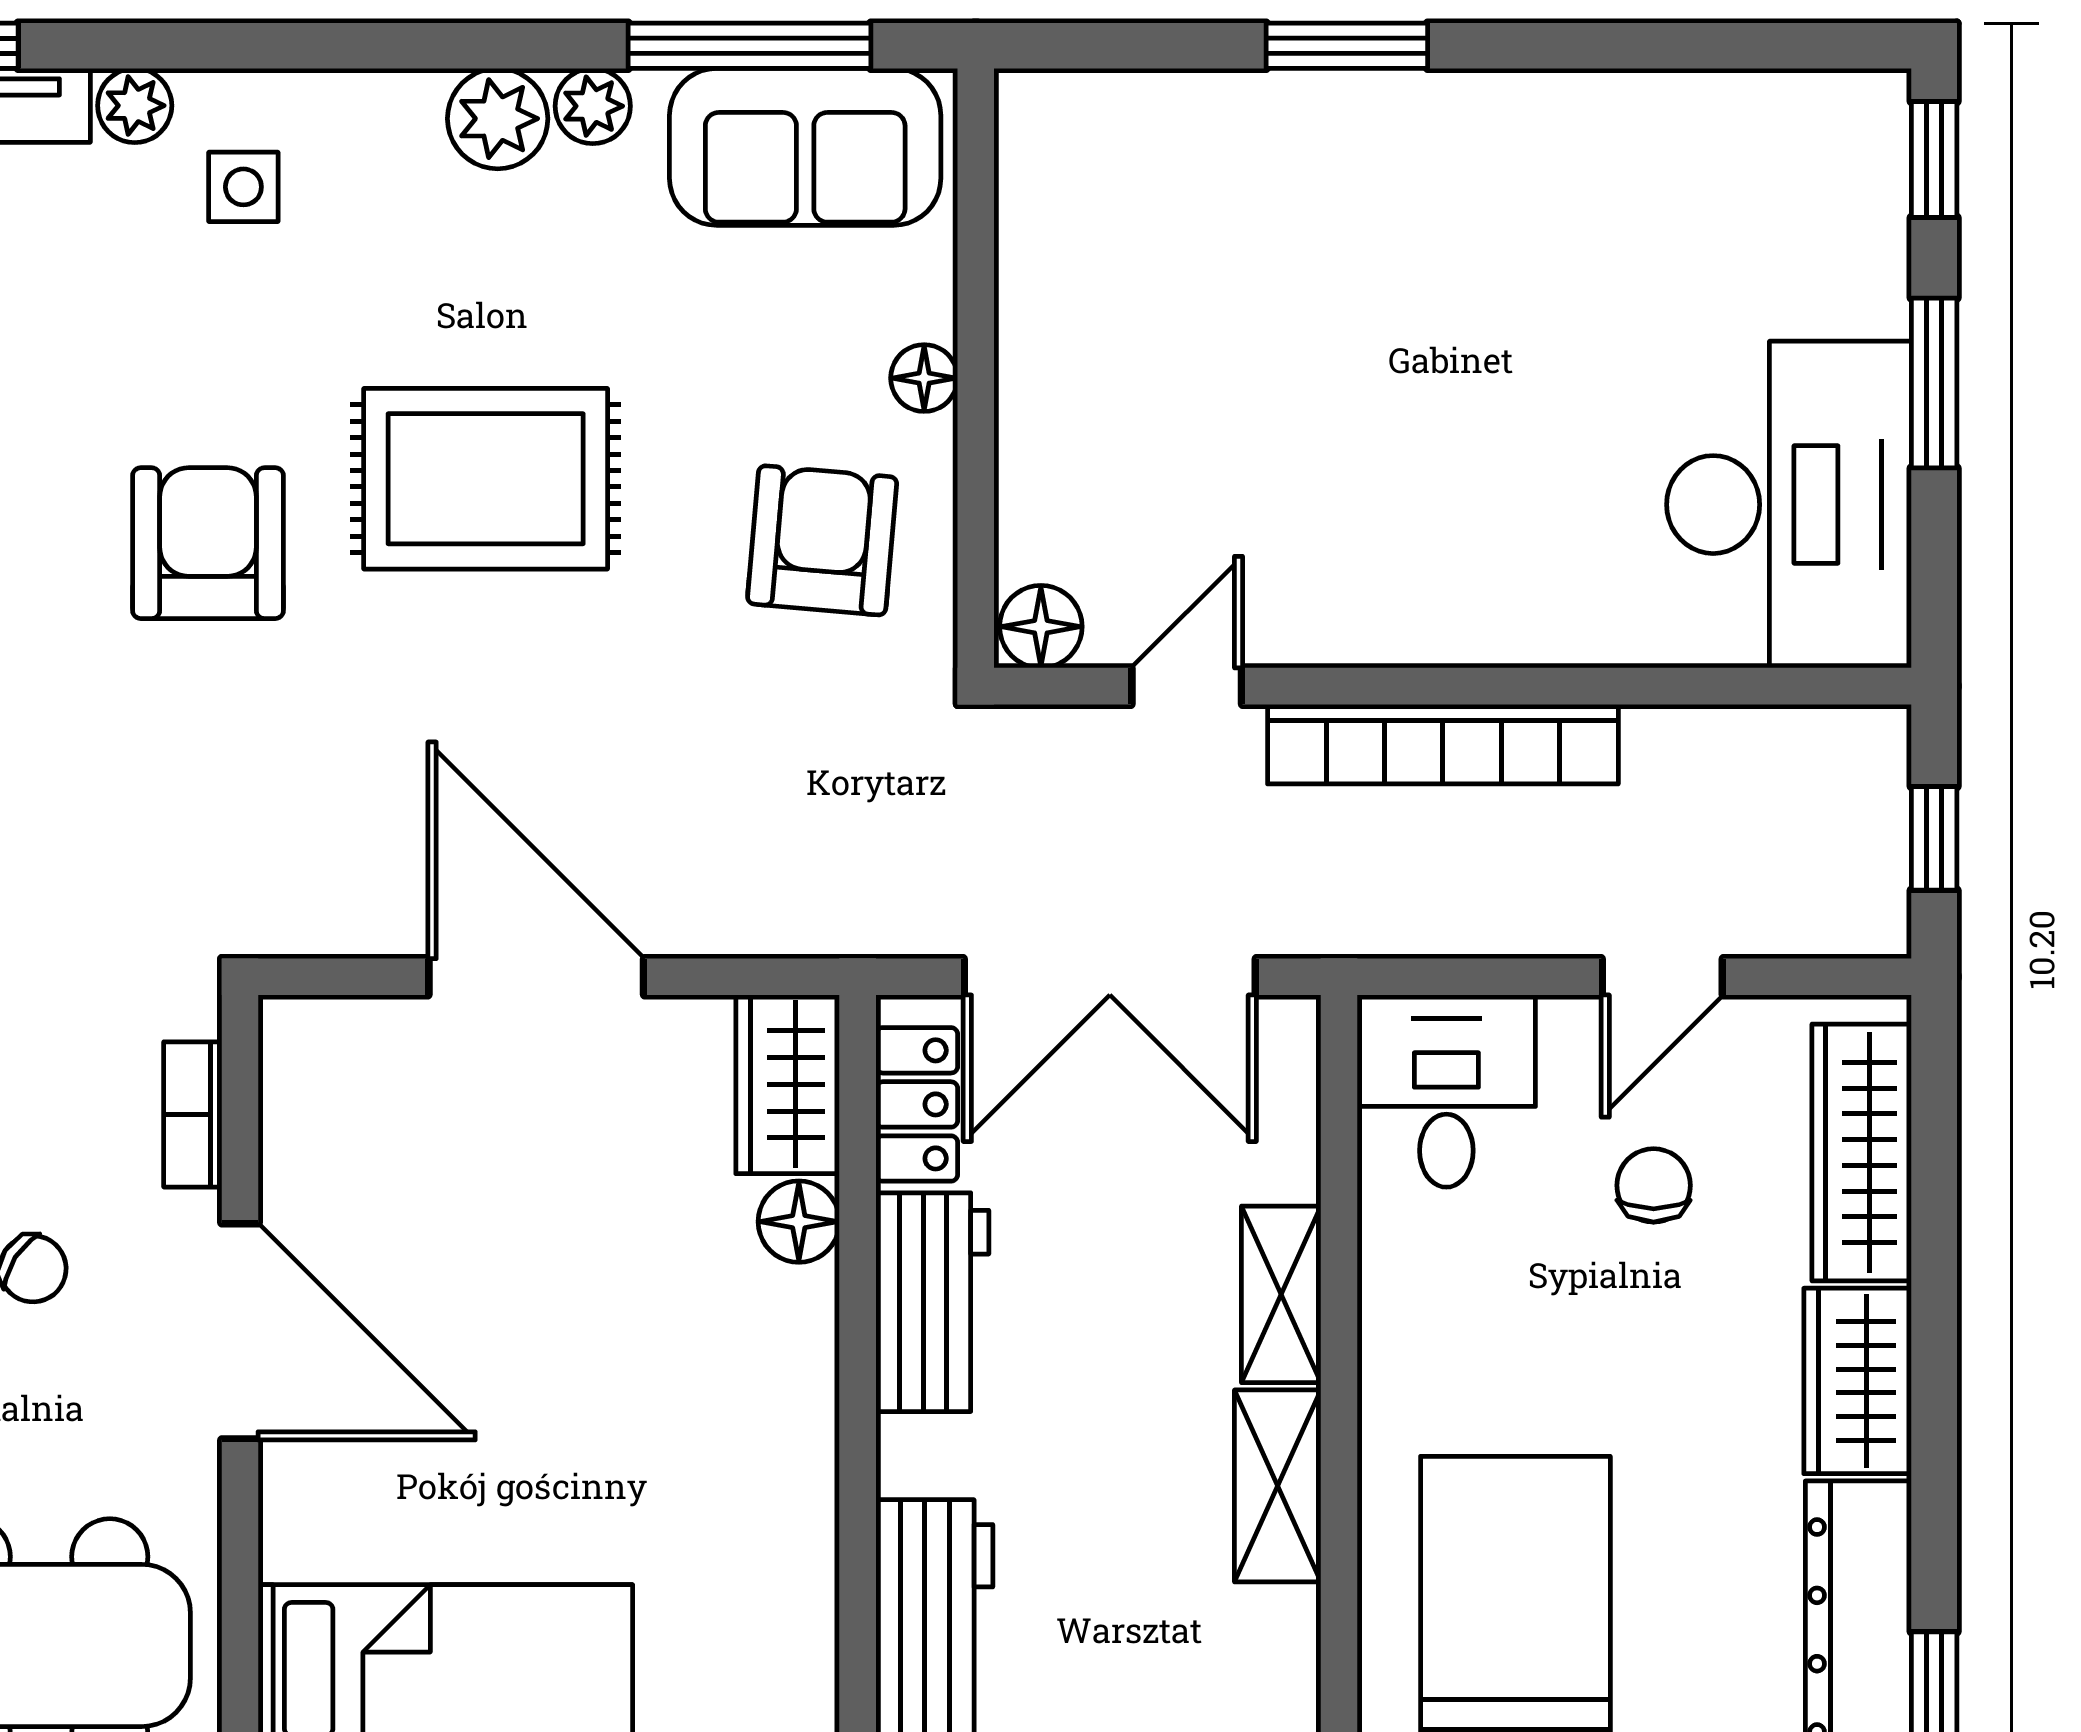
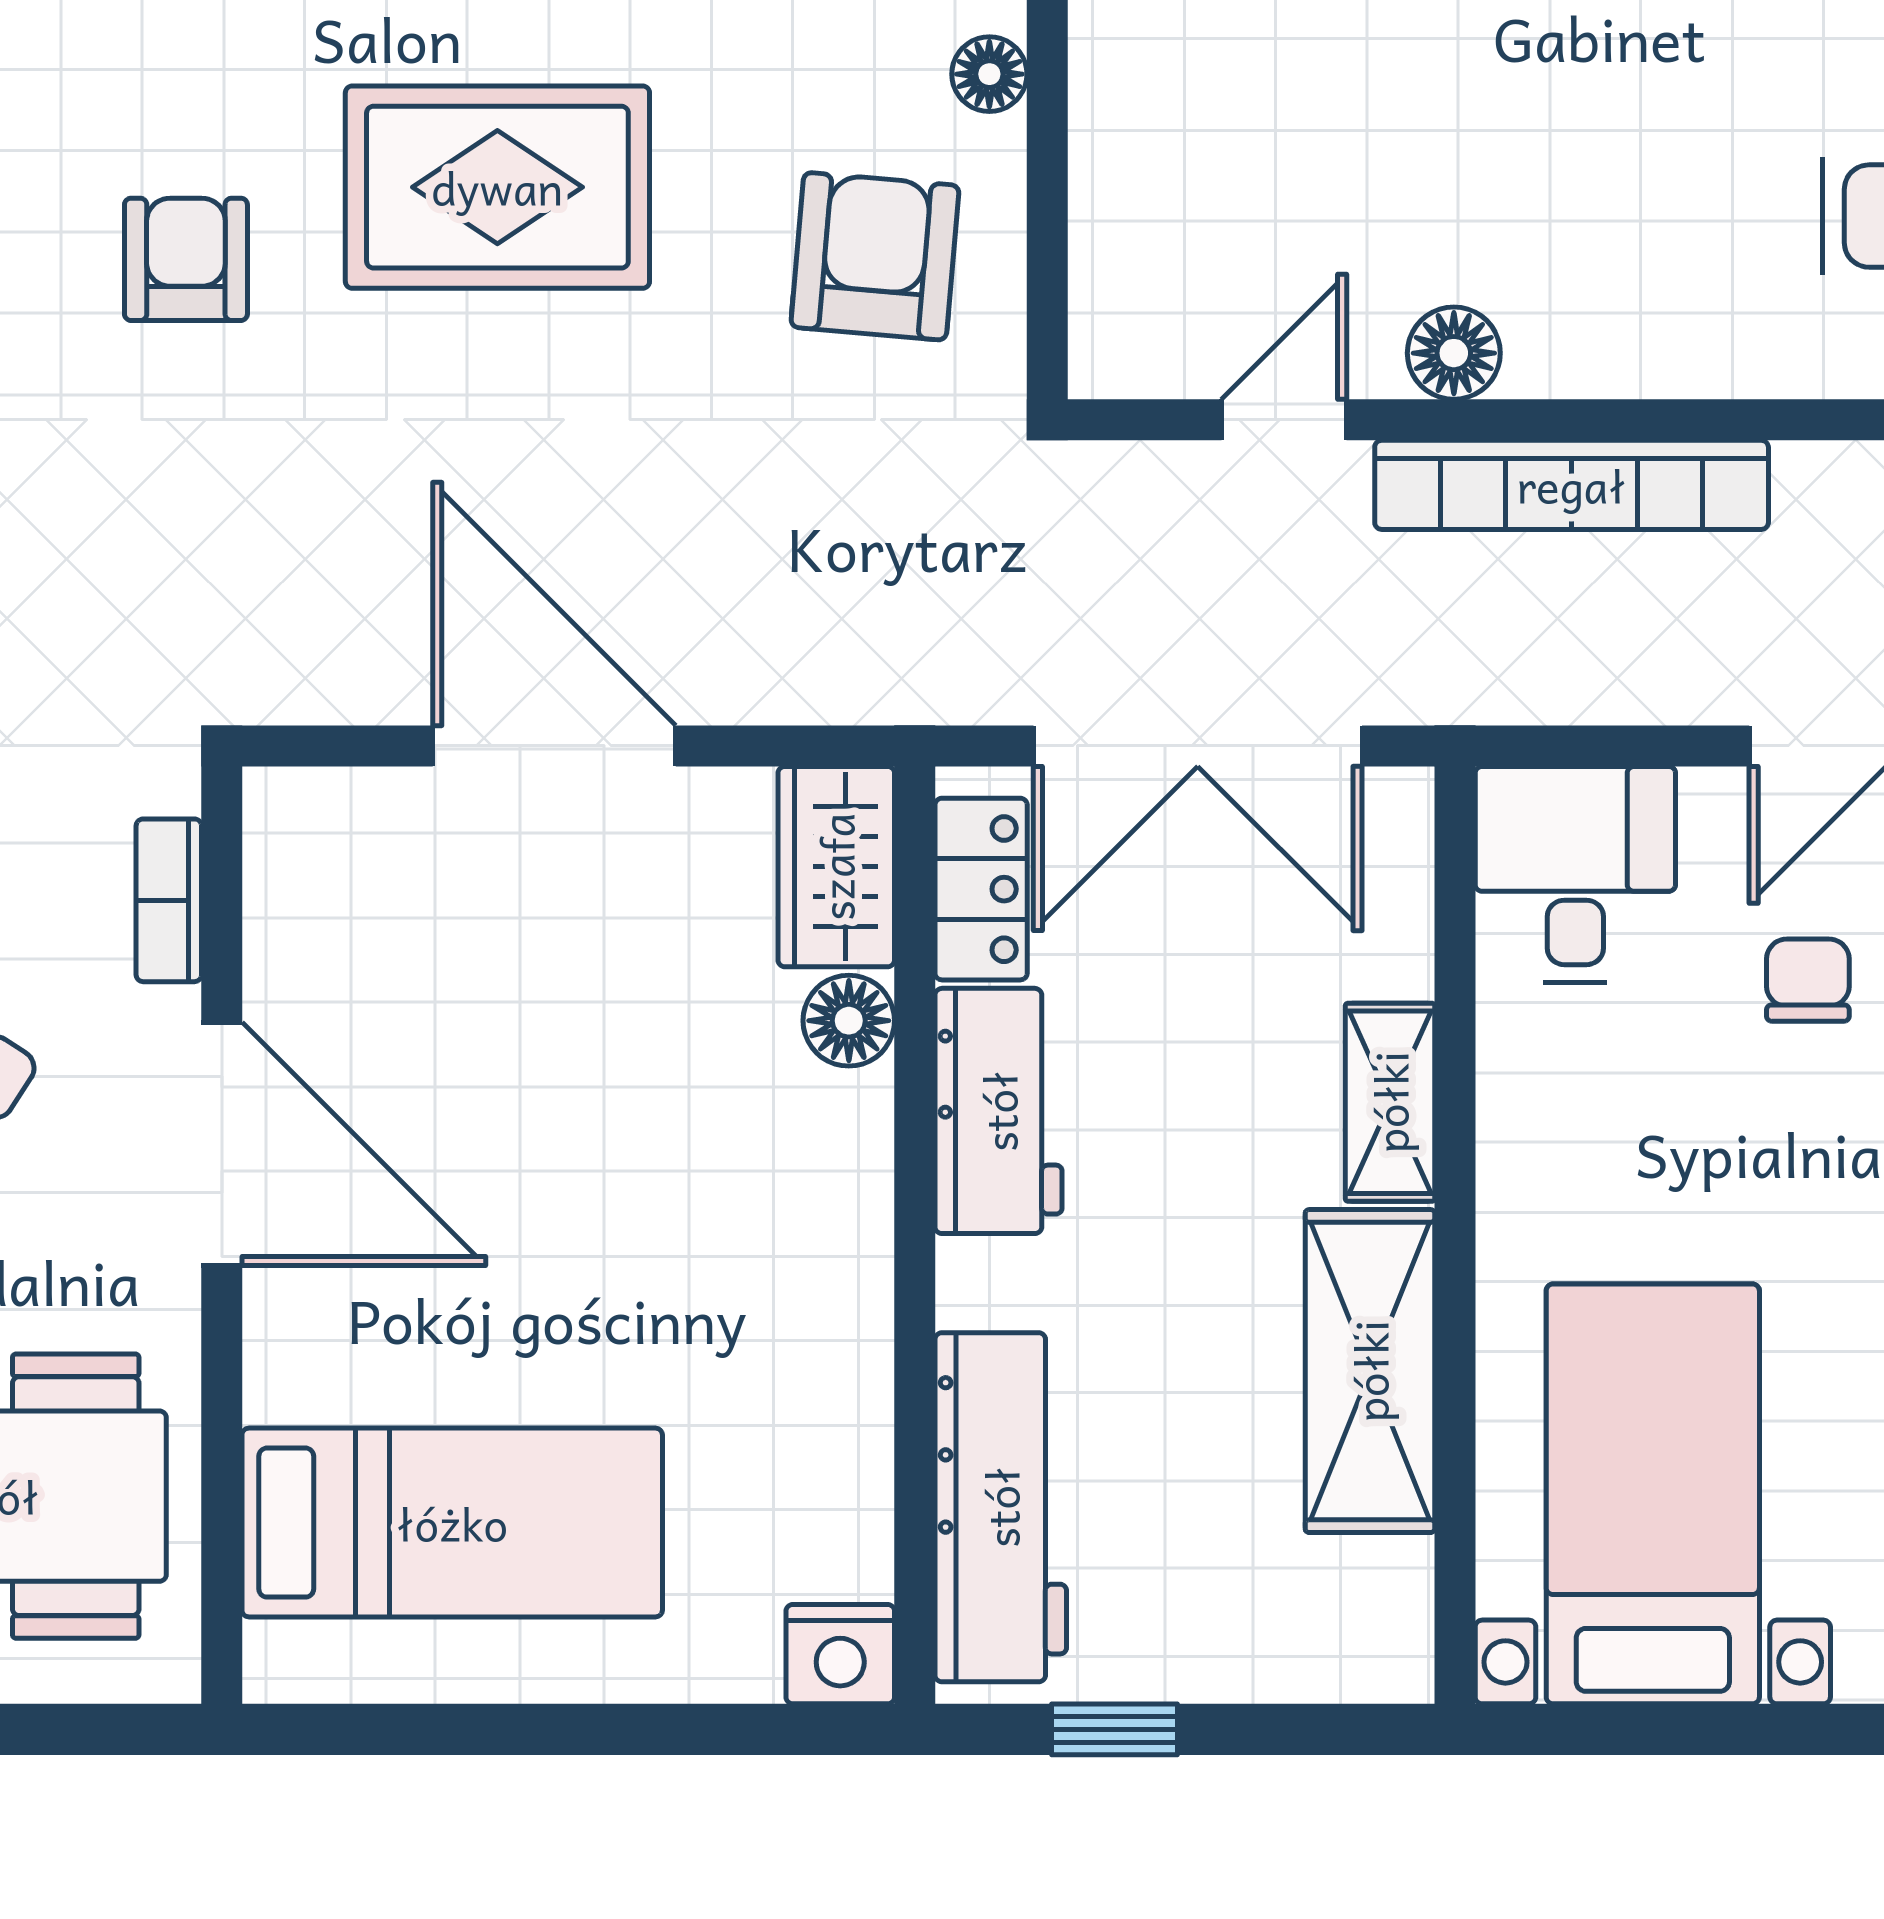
armchair: (208, 543) -> (186, 259), width x0.72, depth x0.72
floor lamp: (1041, 627) -> (1454, 353), moved
shelving: (1278, 1486) -> (1370, 1371), width x1.50, depth x1.33

